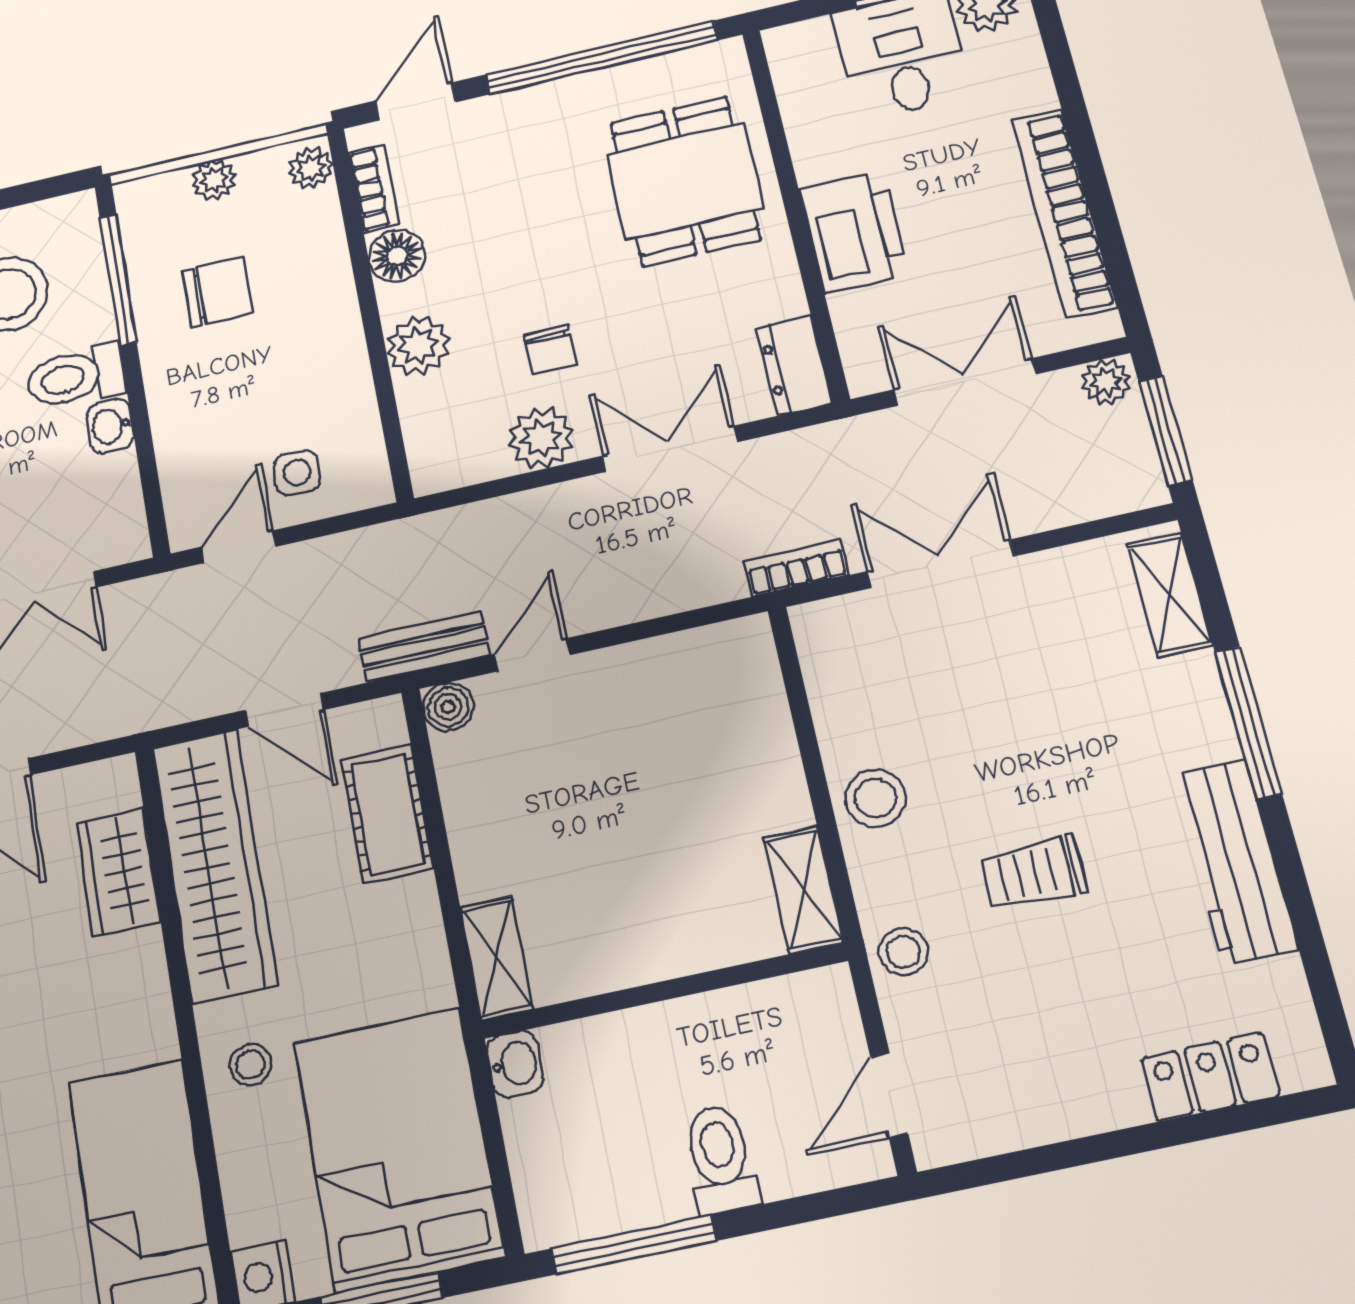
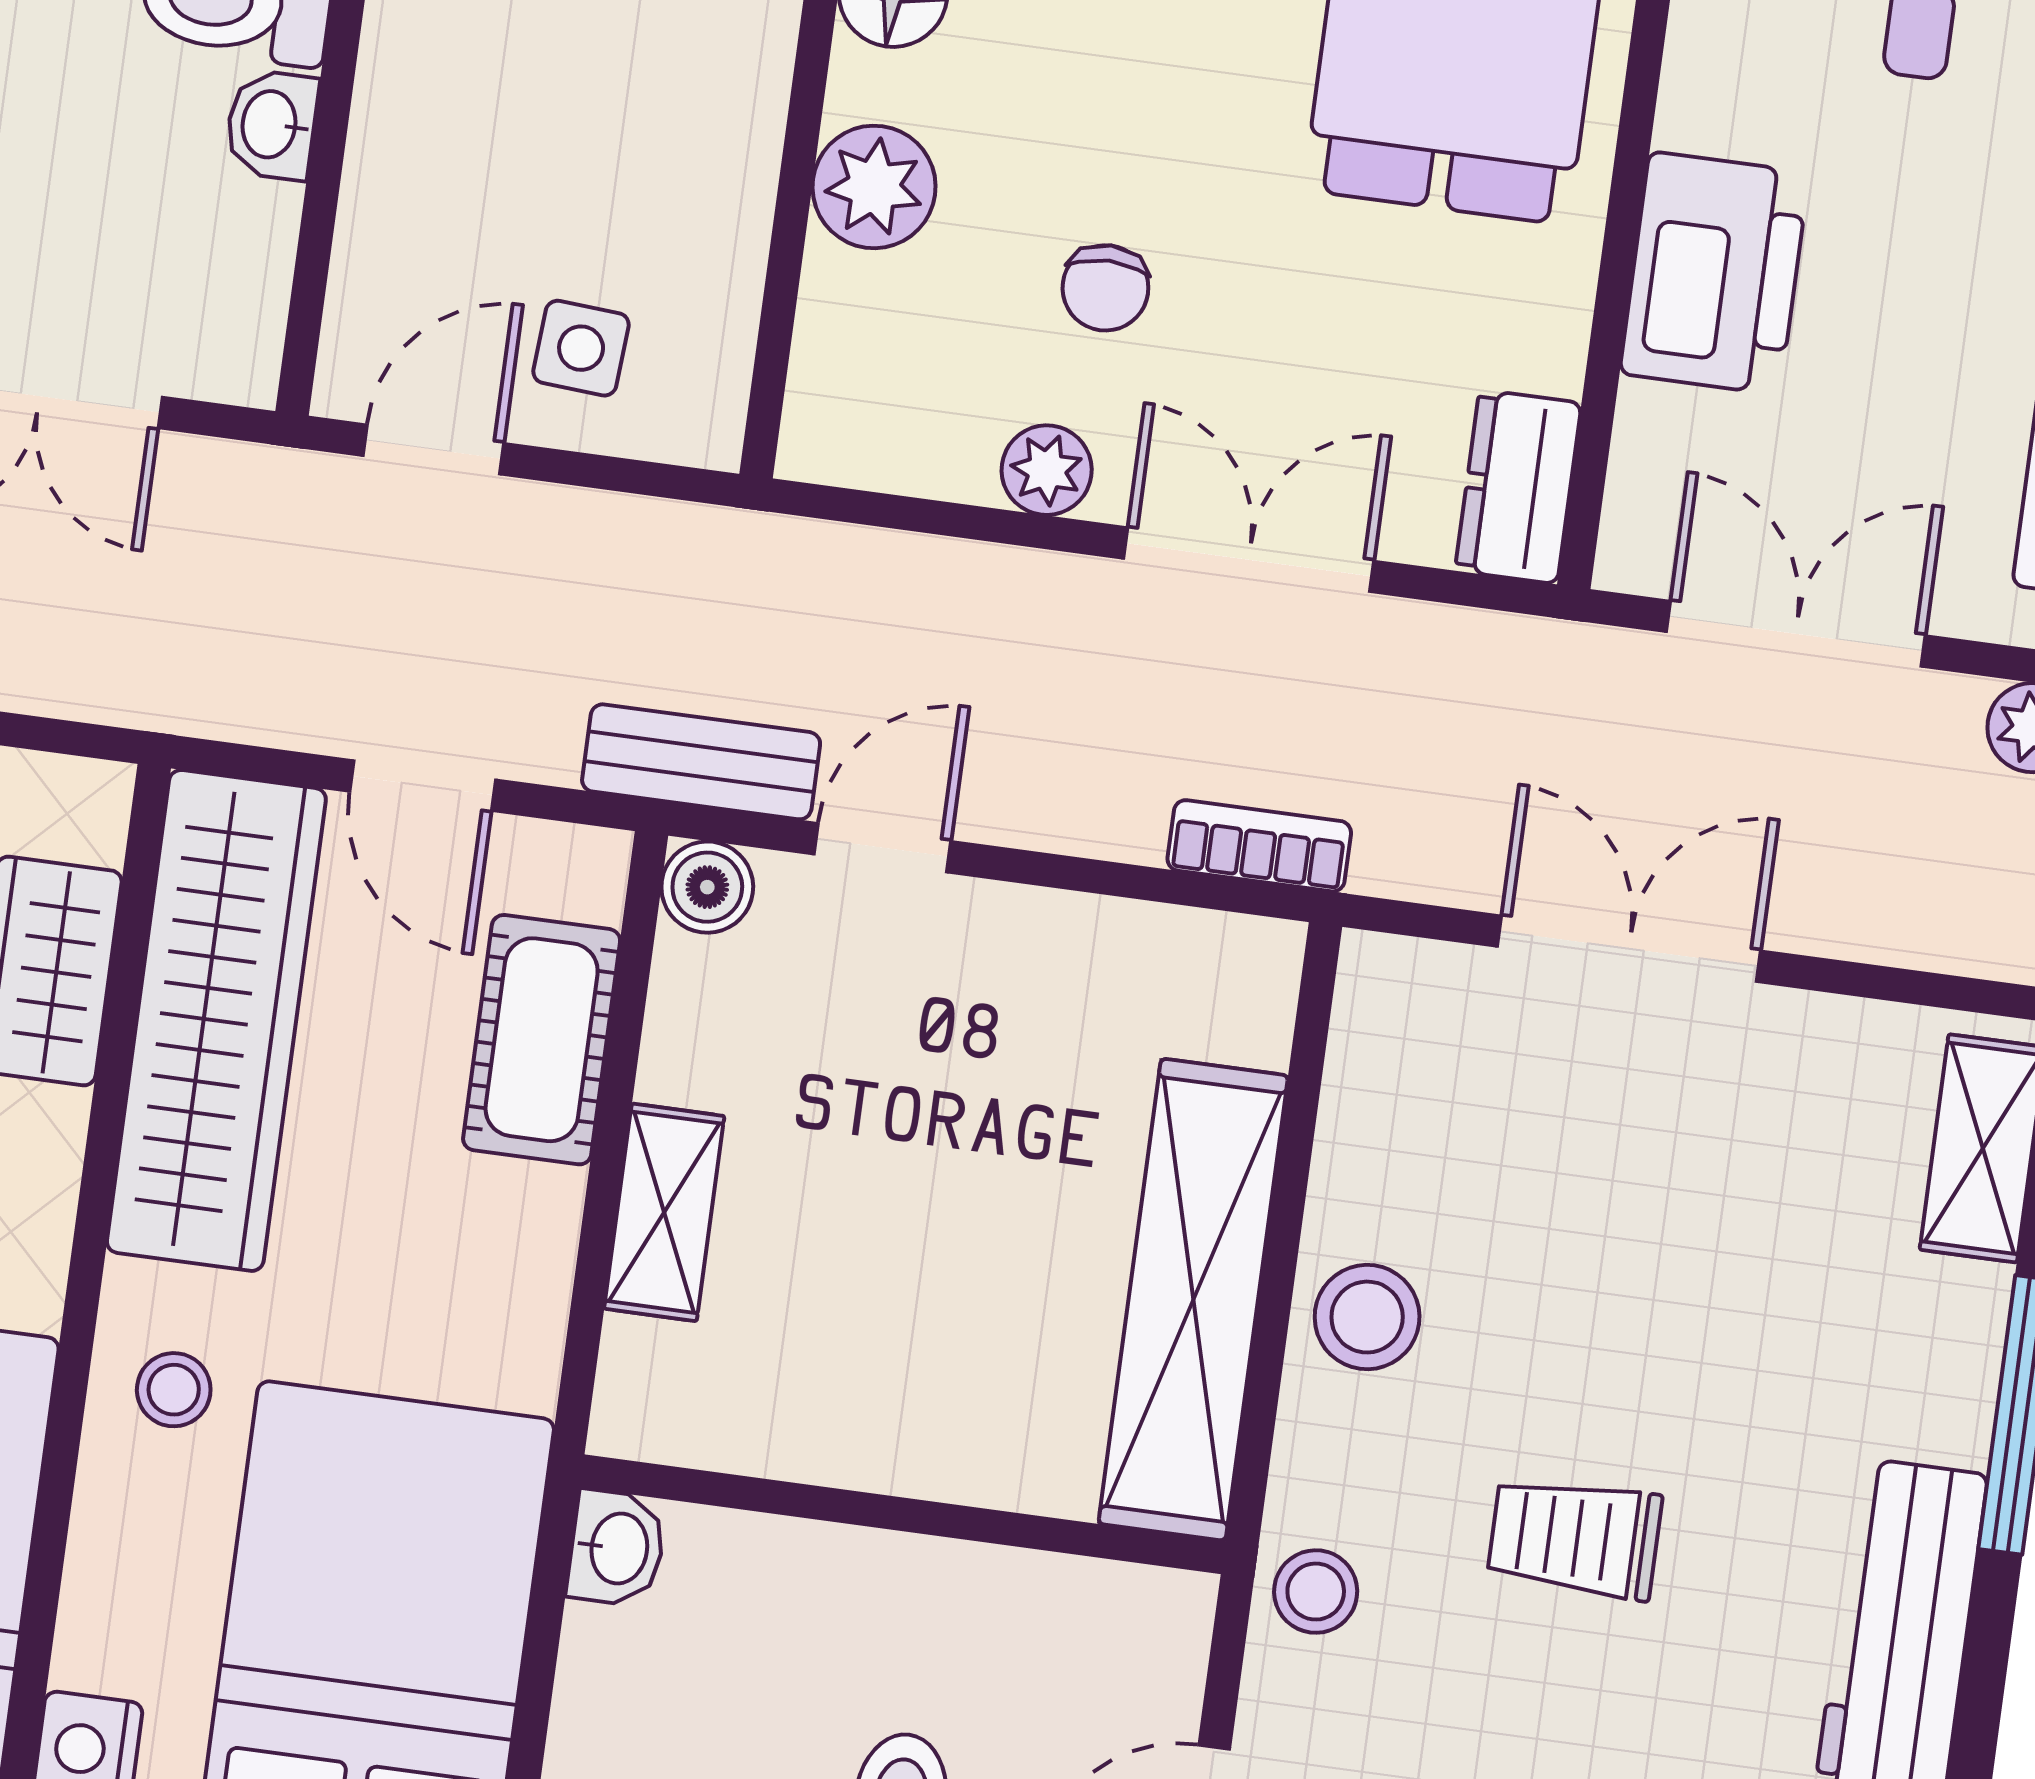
plant: (541, 438) -> (1047, 470), width x0.73, depth x0.73
bookcase: (796, 568) -> (1259, 846), moved
shelving: (804, 890) -> (1193, 1300), width x2.20, depth x1.33
shelving: (496, 958) -> (664, 1212), moved

